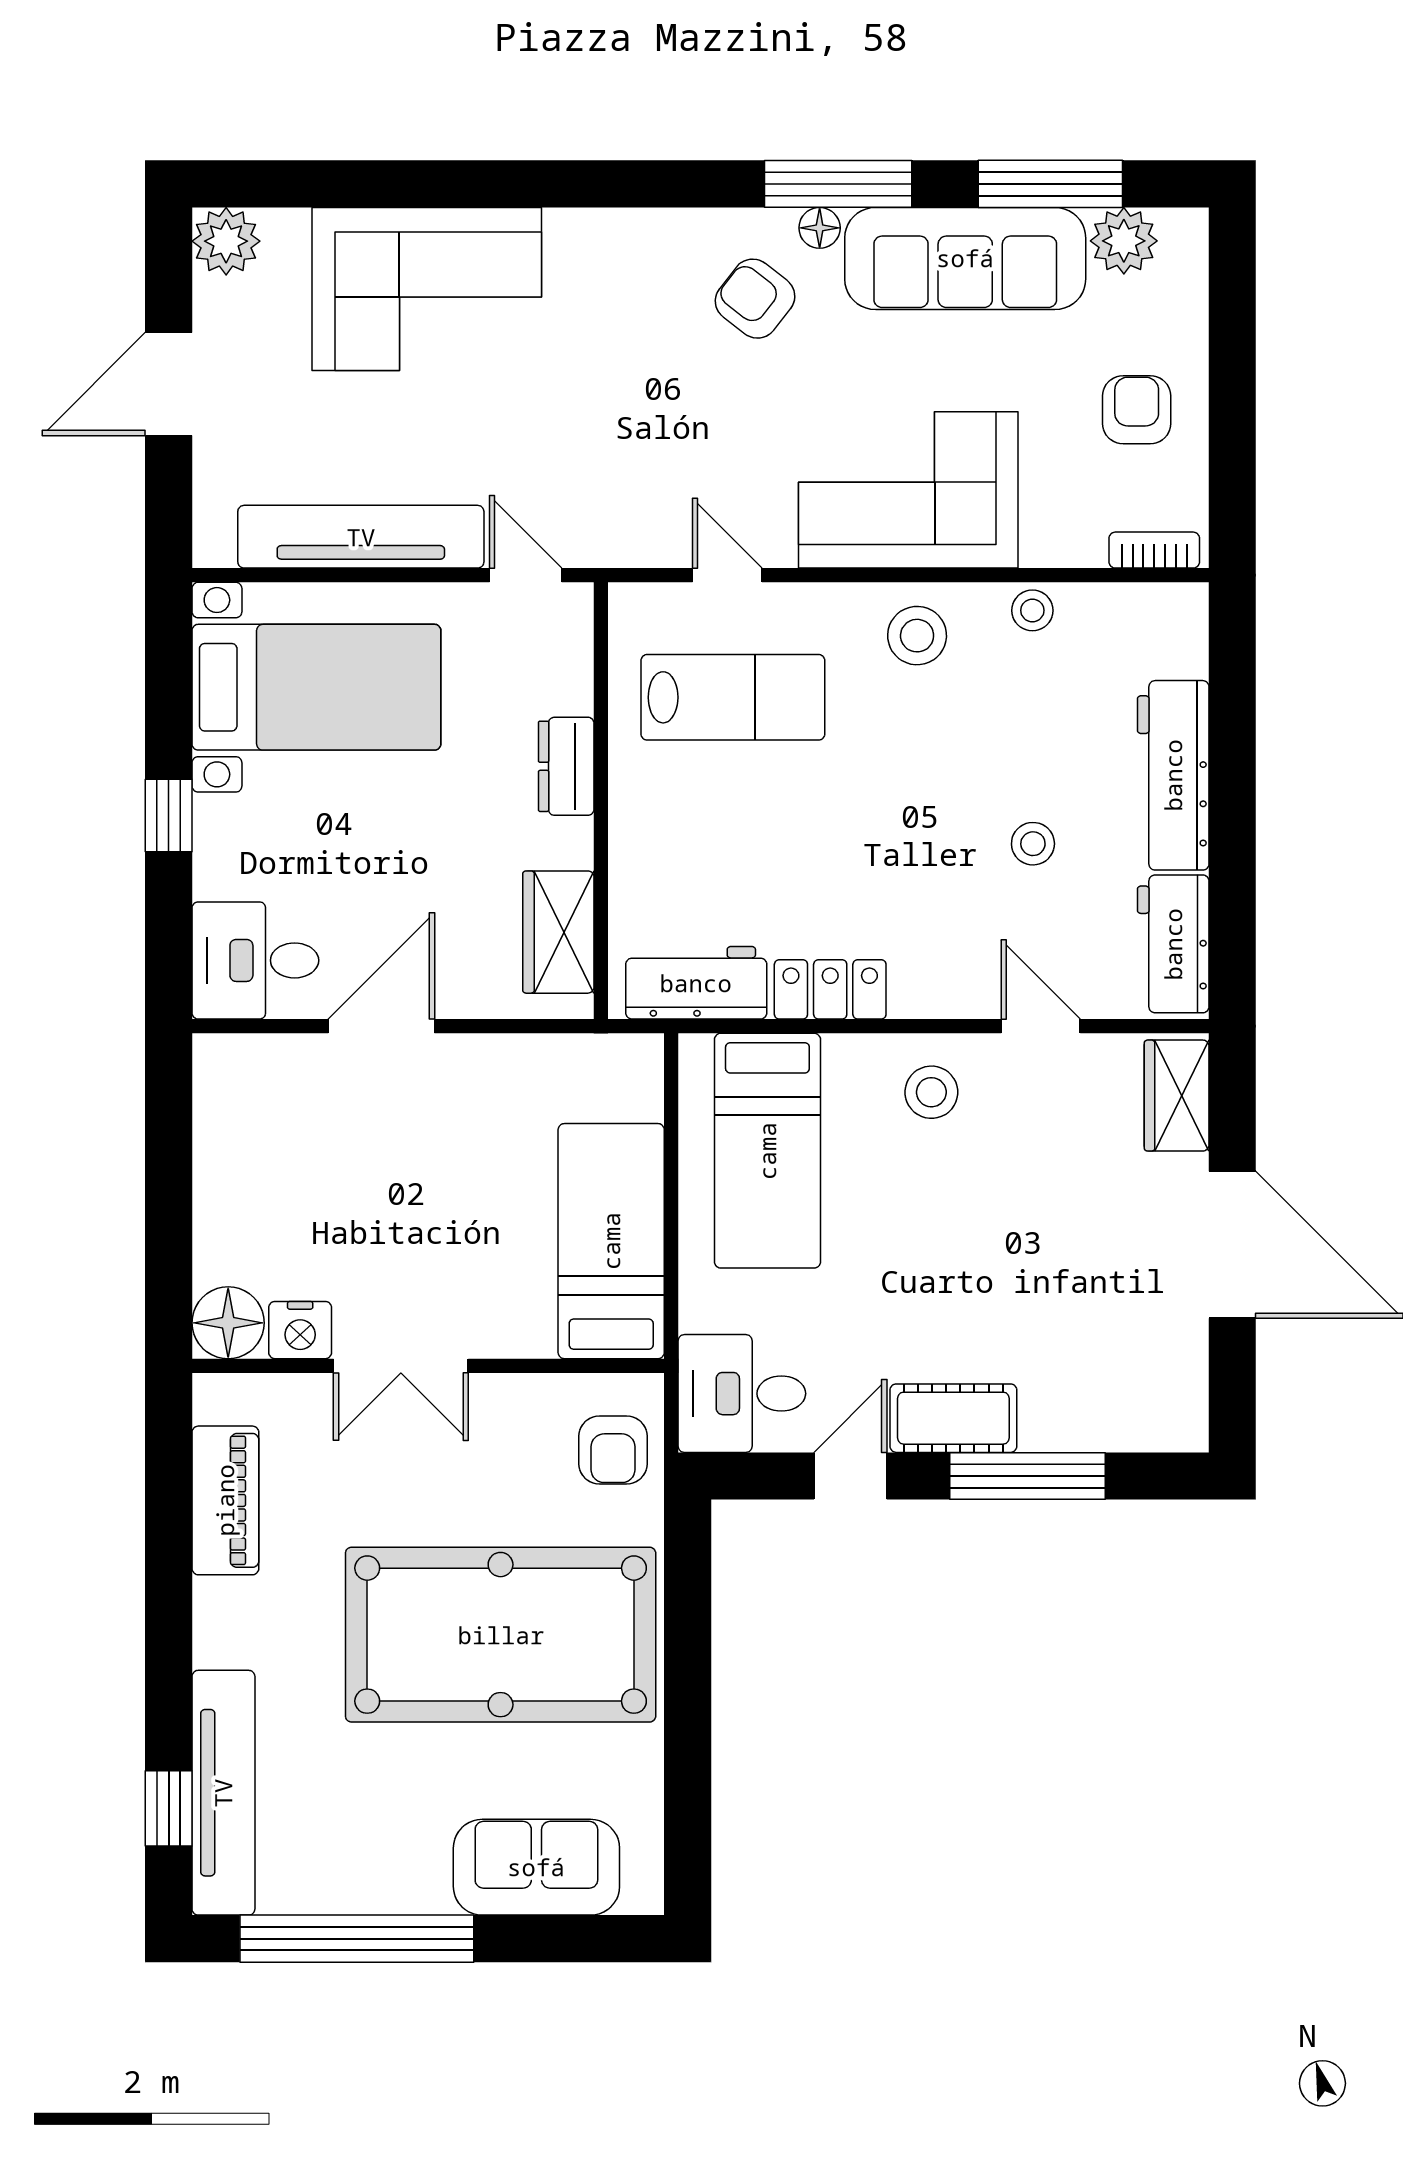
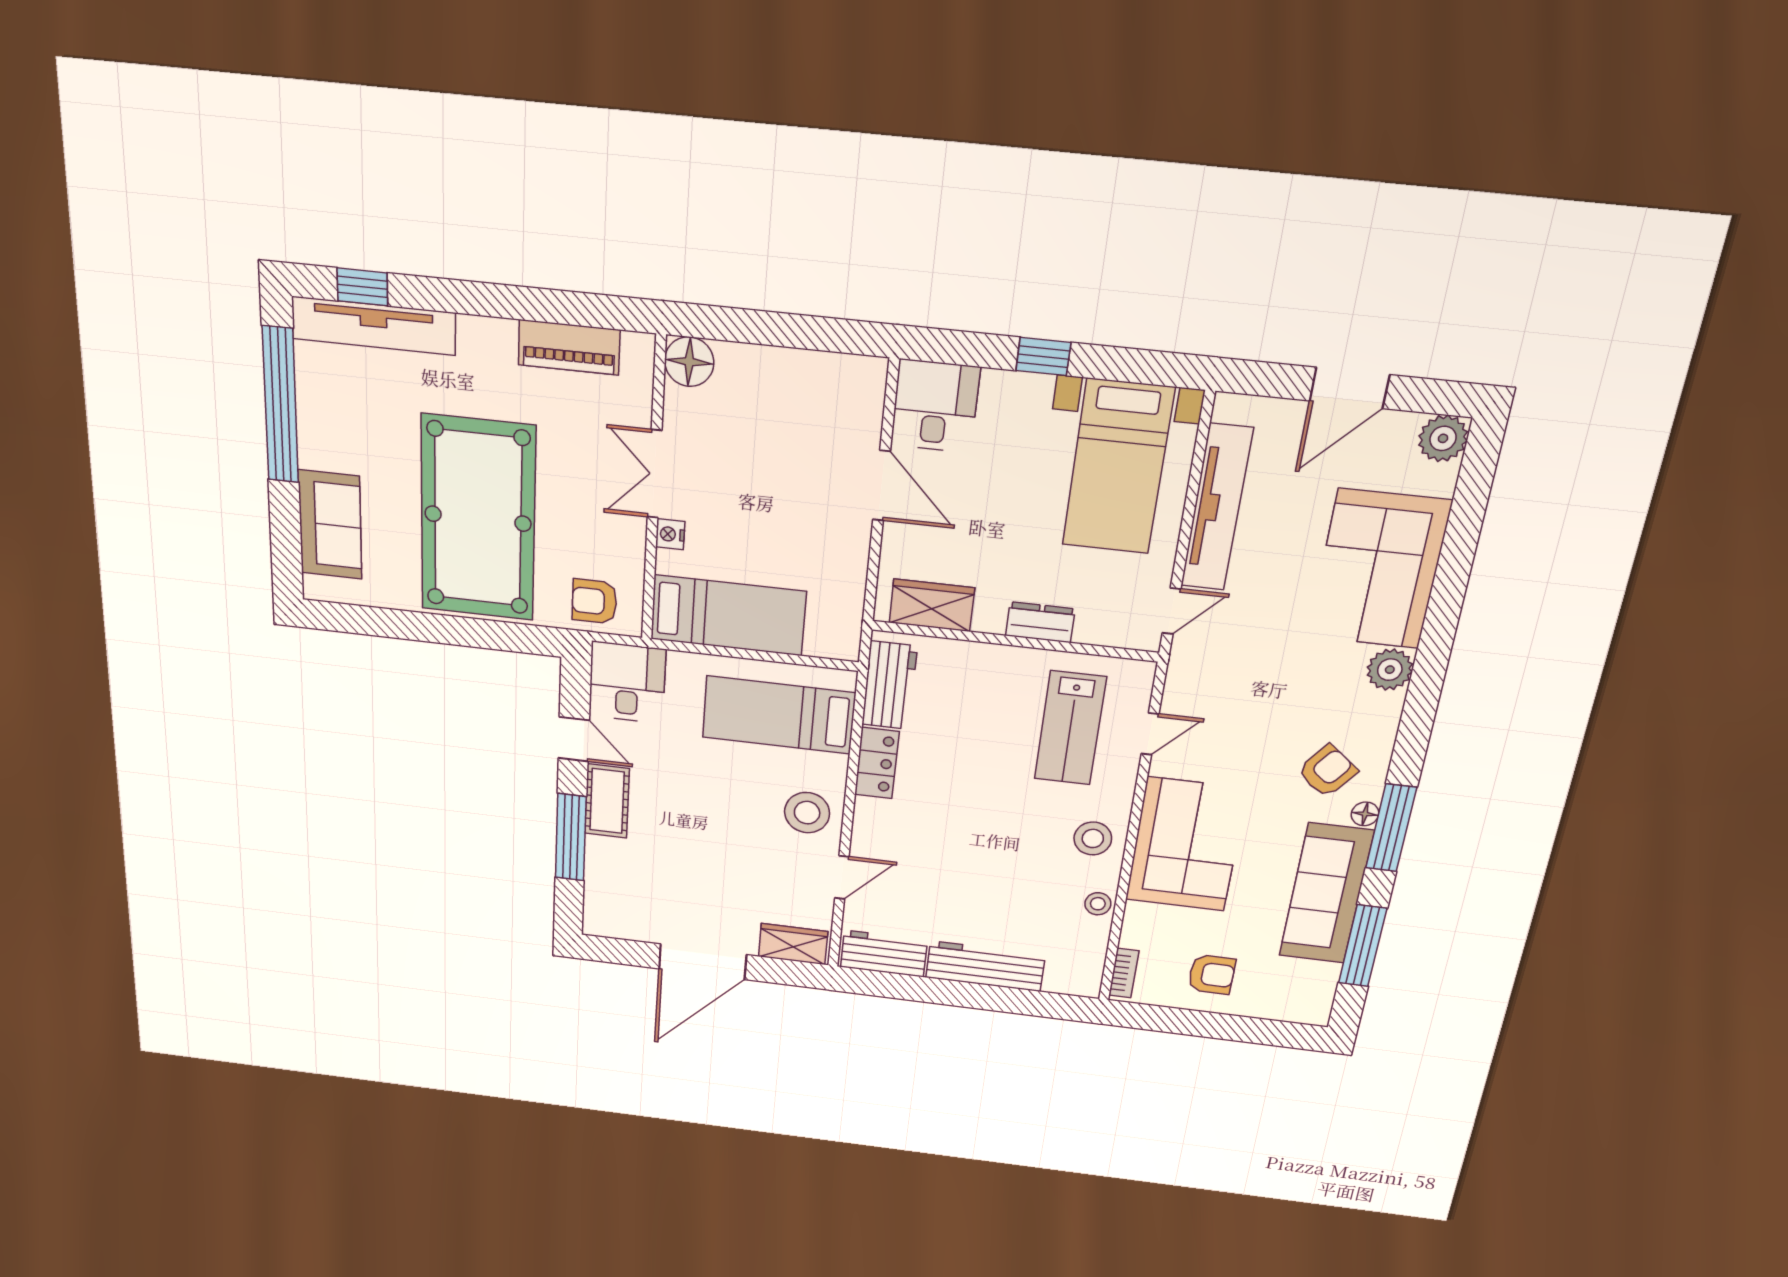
plant: (1124, 241) -> (1390, 670), moved
door: (169, 384) -> (1350, 388), swing flipped
stool: (1033, 844) -> (954, 887), removed
stool: (931, 1092) -> (807, 813), width x1.38, depth x1.38
nightstand: (300, 1330) -> (670, 534), moved, width x0.72, depth x0.74

